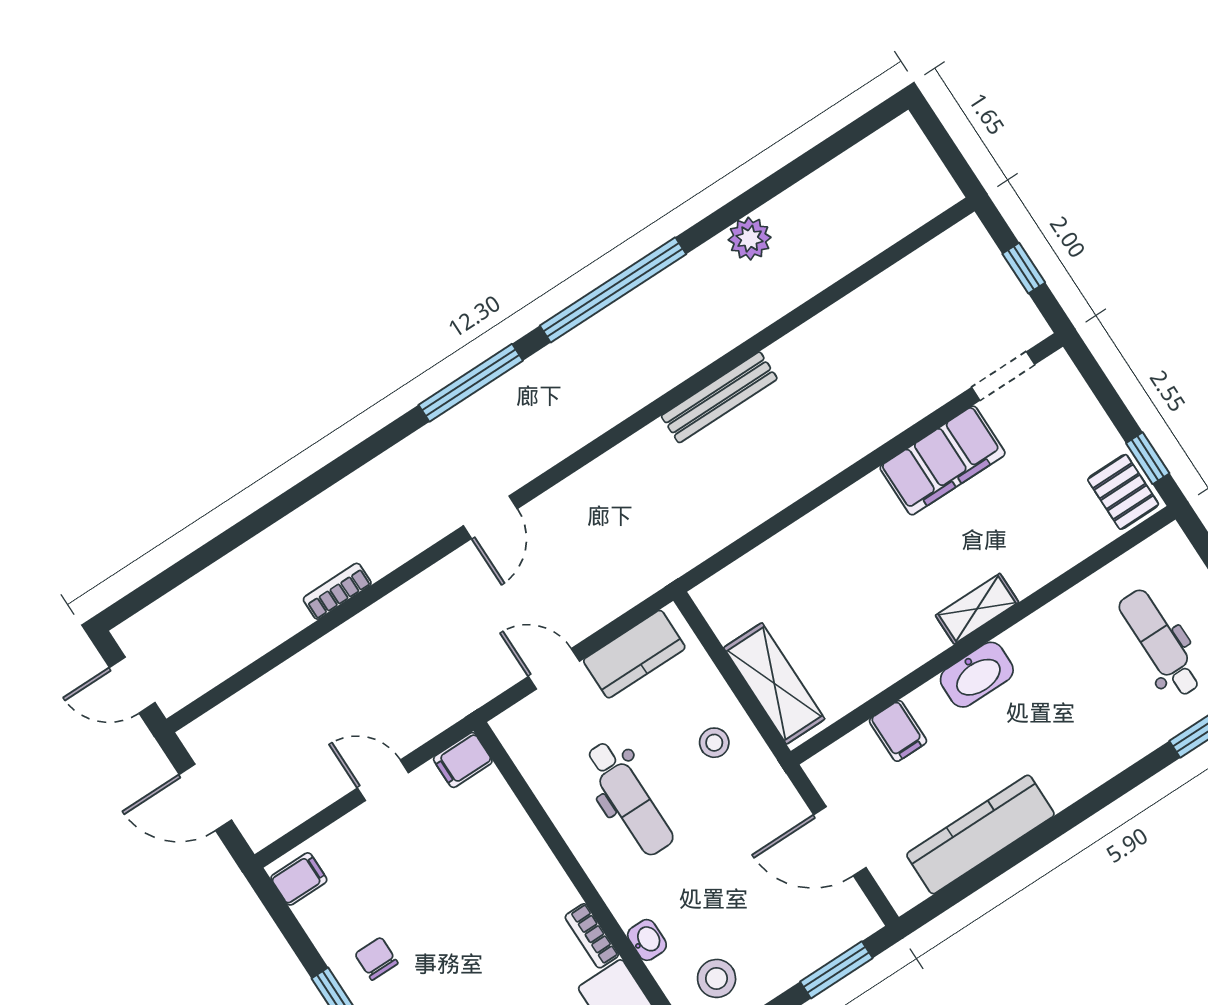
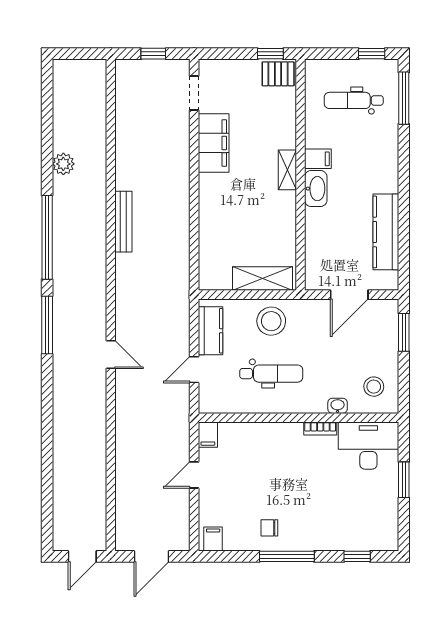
bookcase: (337, 591) -> (100, 441), removed
filing cabinet: (898, 731) -> (318, 159), moved
stool: (714, 743) -> (271, 321), width x1.89, depth x1.89

